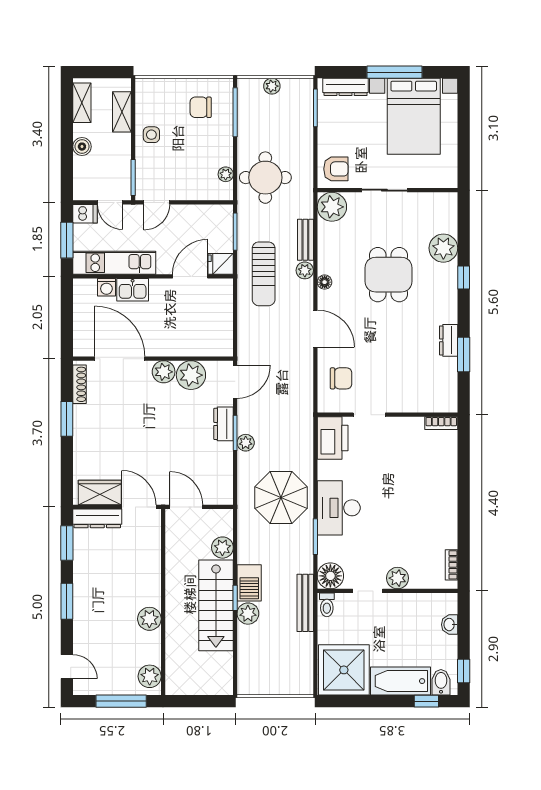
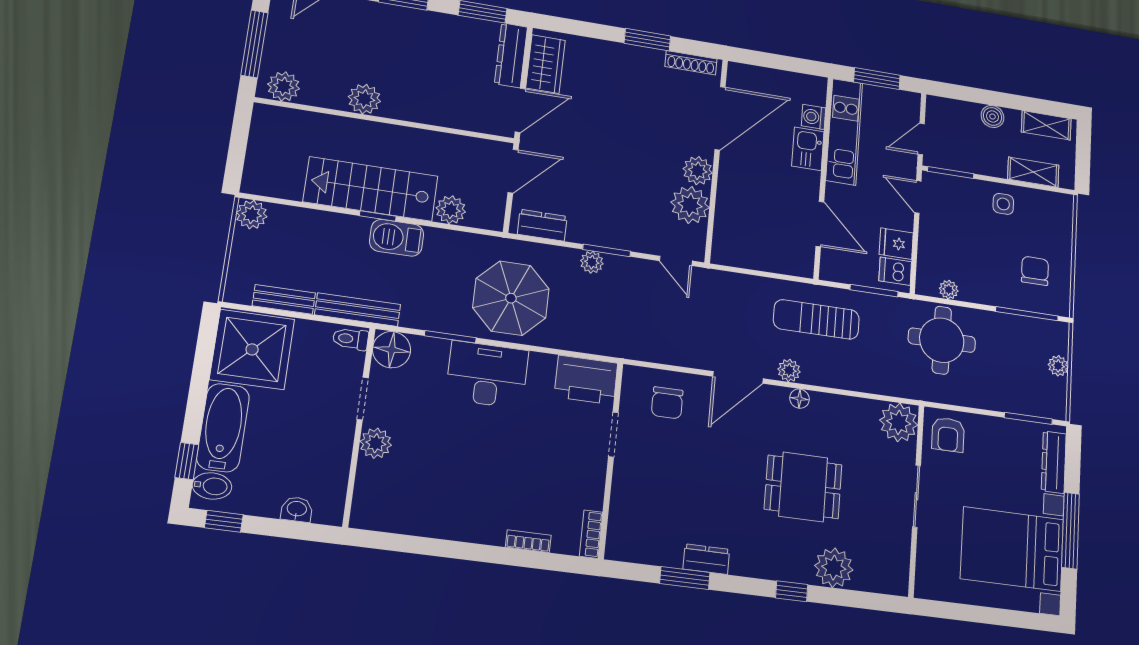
dishwasher: (85, 214) -> (895, 271), moved, turned 90
bench: (305, 240) -> (284, 299), moved
fridge: (221, 264) -> (896, 244), moved, turned -90
plant: (305, 270) -> (789, 370), moved
door: (235, 382) -> (676, 261), width x0.73
dresser: (224, 424) -> (542, 225), moved
bookcase: (451, 565) -> (528, 541), moved
plant: (248, 614) -> (252, 215), moved

